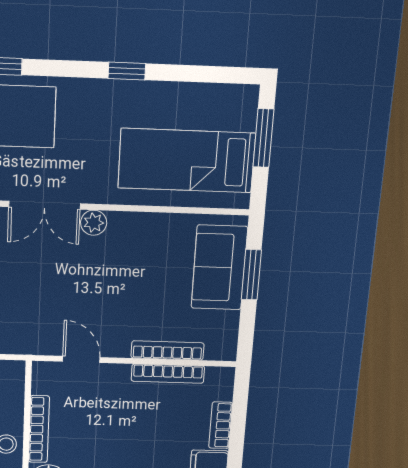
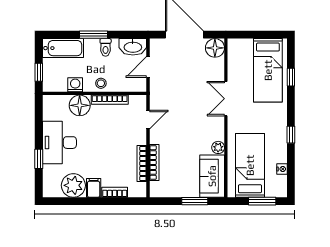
nightstand: (199, 93) -> (282, 169), added
plant: (94, 223) -> (218, 147), moved
sofa: (219, 268) -> (212, 176), moved, turned -90

